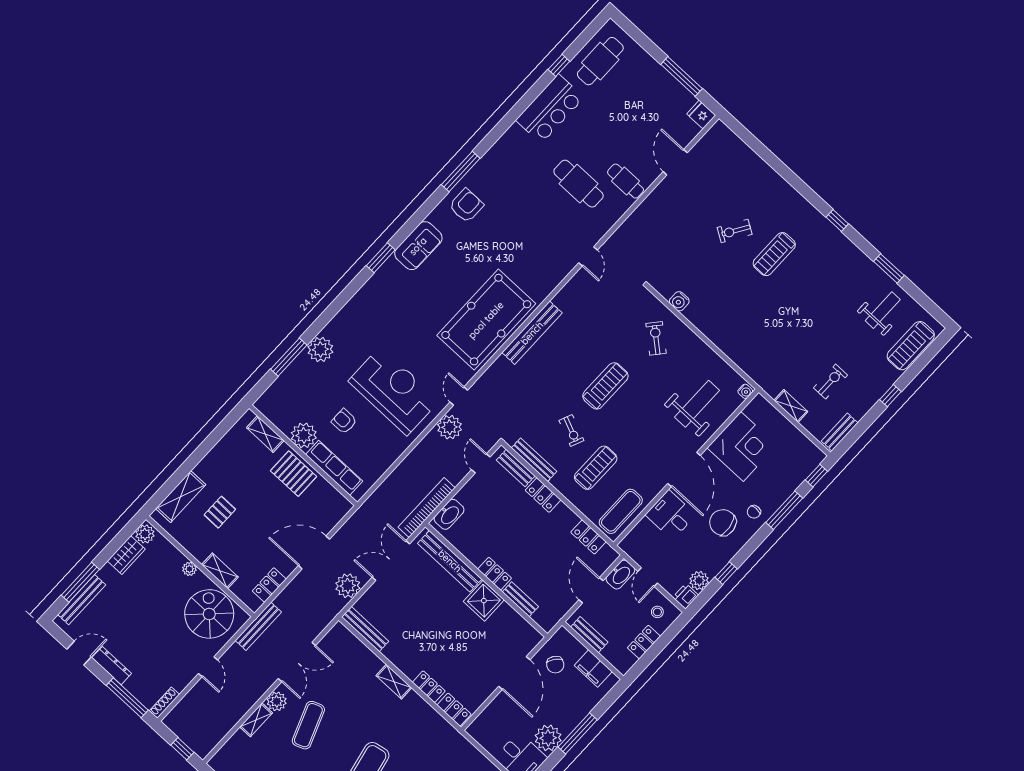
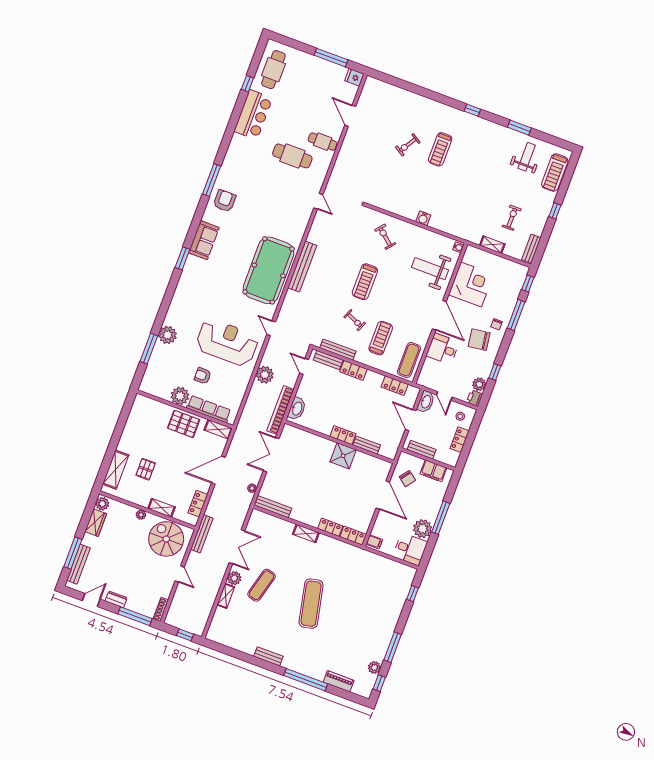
water cooler: (679, 301) -> (423, 218), moved
treadmill: (605, 386) -> (365, 282), turned 180
weight bench: (697, 404) -> (430, 269), turned -90
plant: (450, 427) -> (265, 375), moved
shelving: (265, 434) -> (218, 429), moved
bench: (450, 561) -> (310, 439), removed
plant: (348, 586) -> (252, 488), width x0.53, depth x0.53
dresser: (112, 666) -> (116, 599), width x0.70
exercise mat: (308, 725) -> (262, 585), turned 36
filing cabinet: (478, 729) -> (374, 542), added

